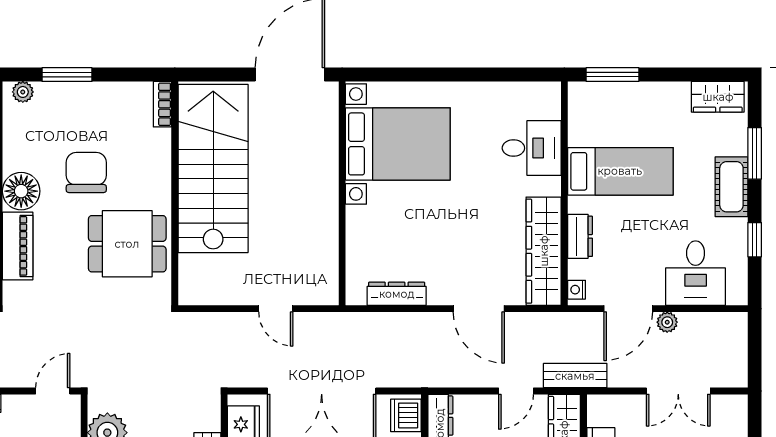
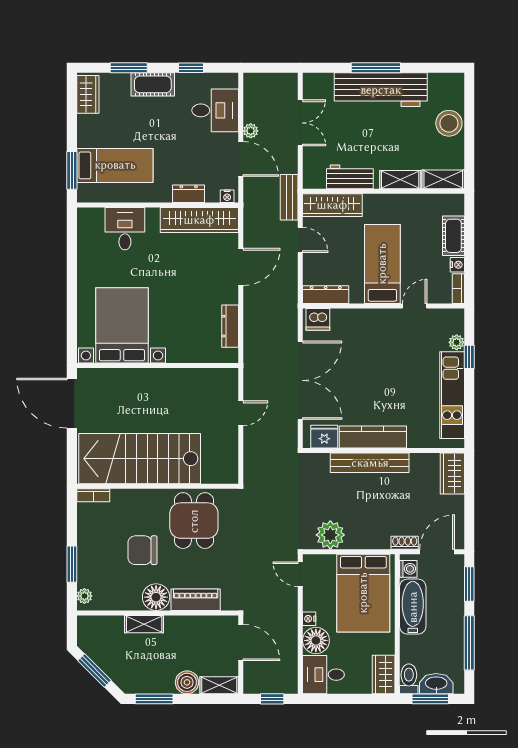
bed: (620, 171) -> (115, 165), moved, turned 90

